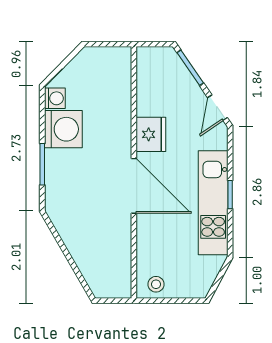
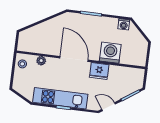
washing machine: (63, 129) -> (110, 53), moved, turned 180
door: (134, 186) -> (74, 59), swing flipped
plant: (145, 249) -> (41, 61), added

